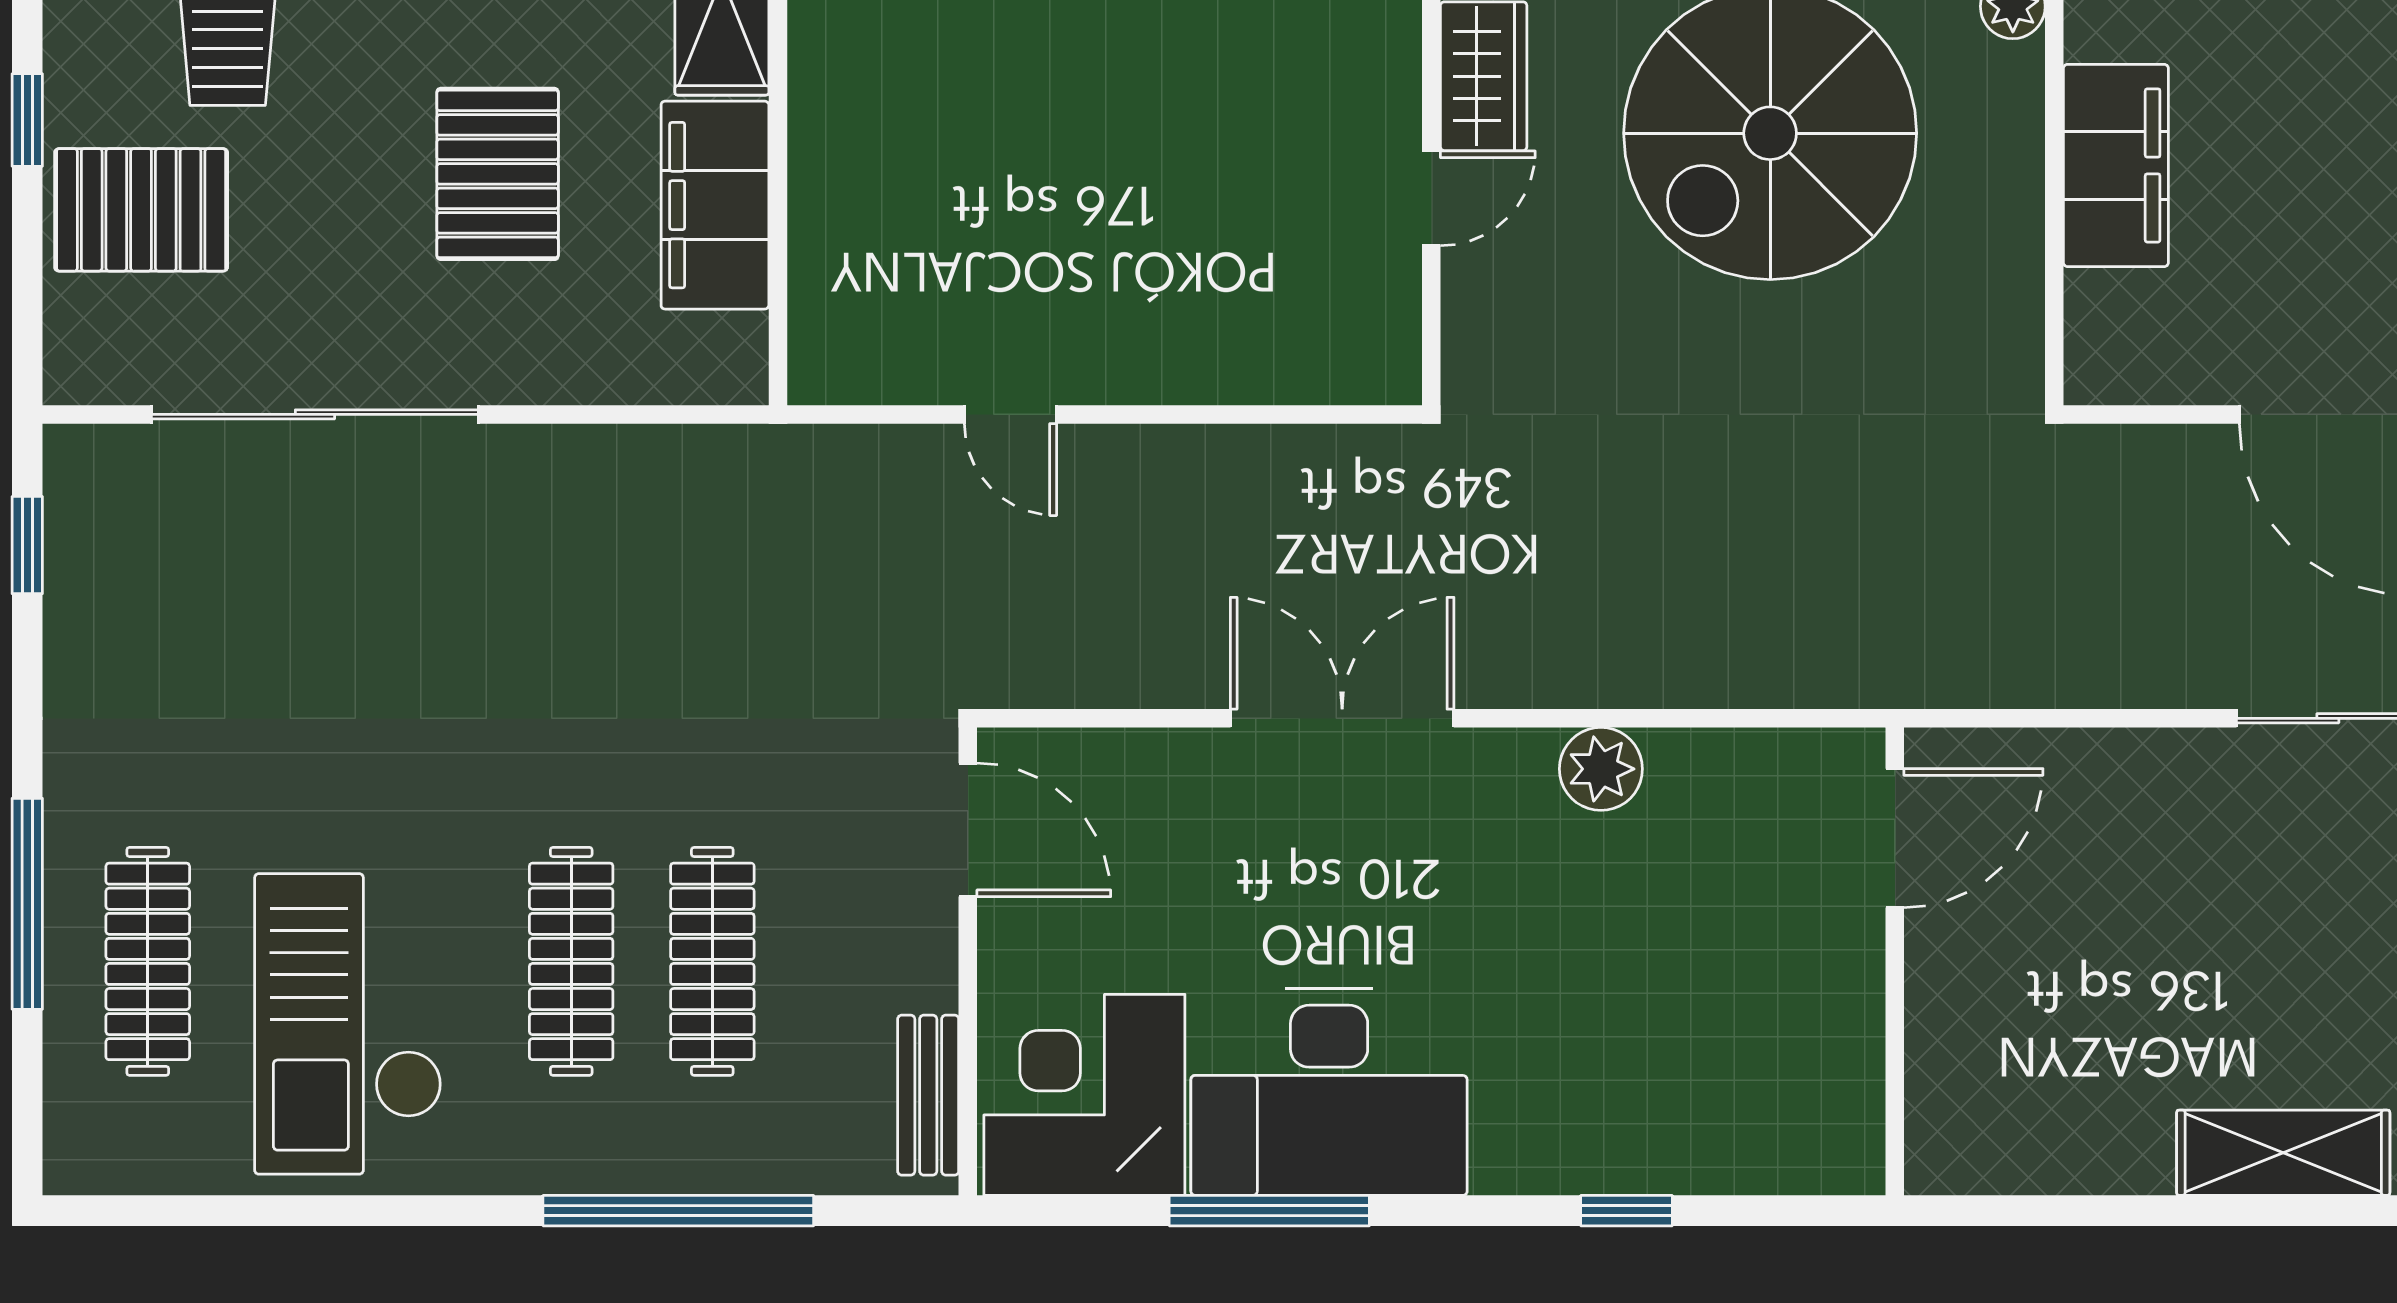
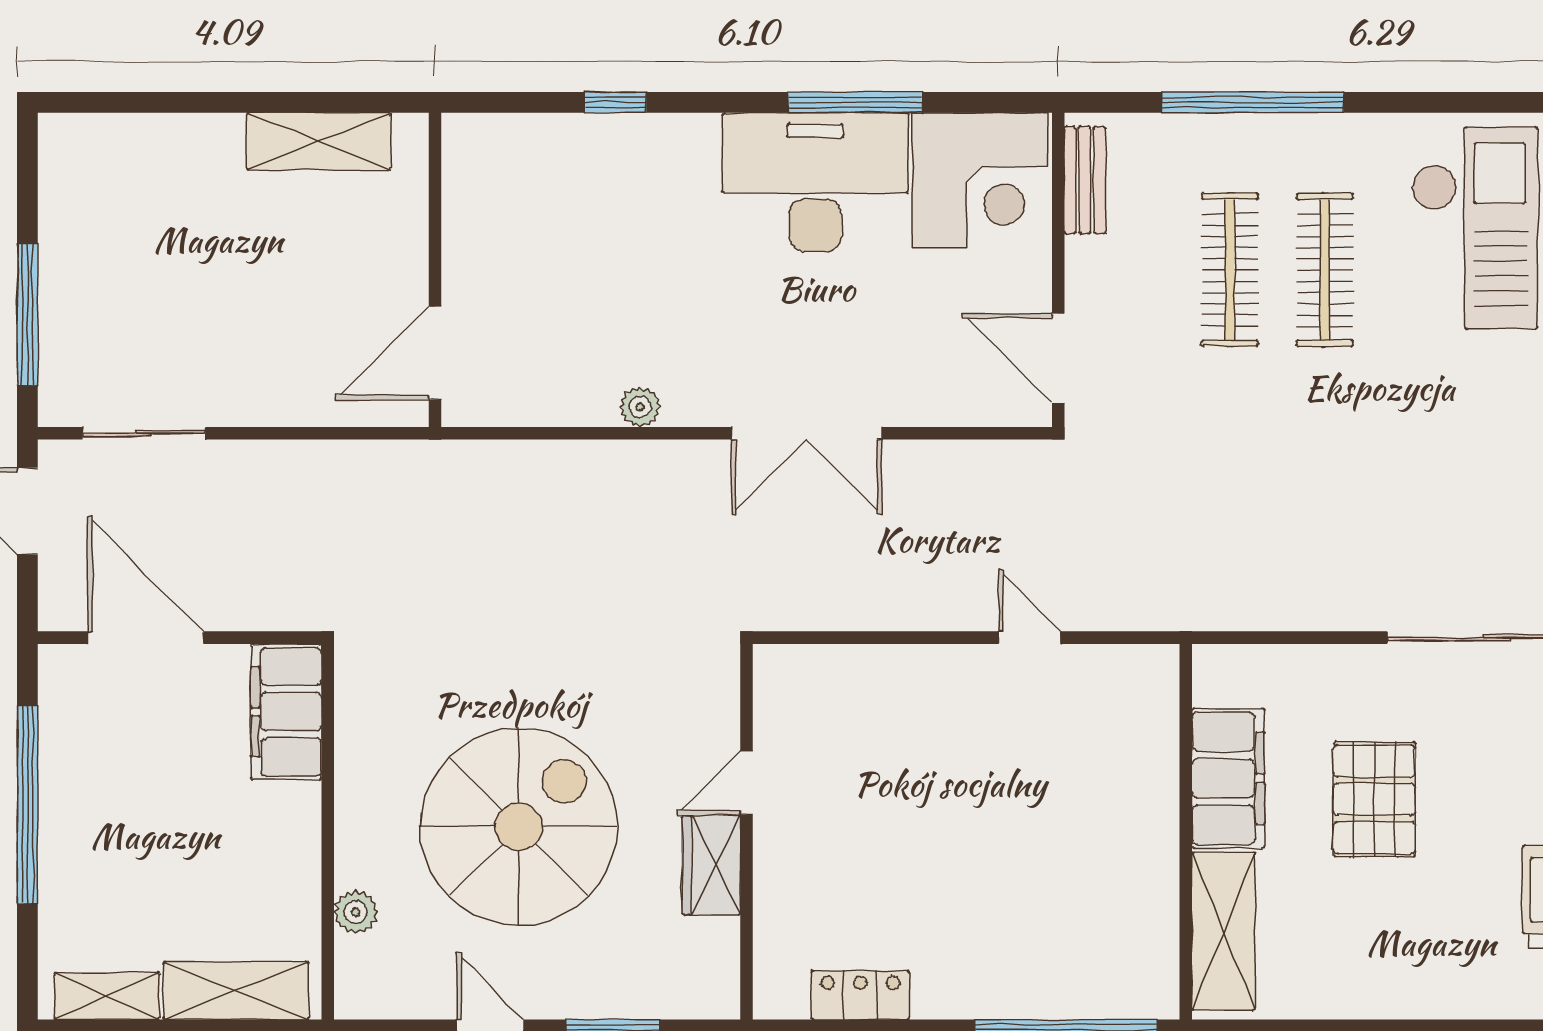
filing cabinet: (2116, 165) -> (286, 712), moved
plant: (1601, 769) -> (640, 407), width x0.73, depth x0.73
shelving: (2283, 1153) -> (319, 141), moved

